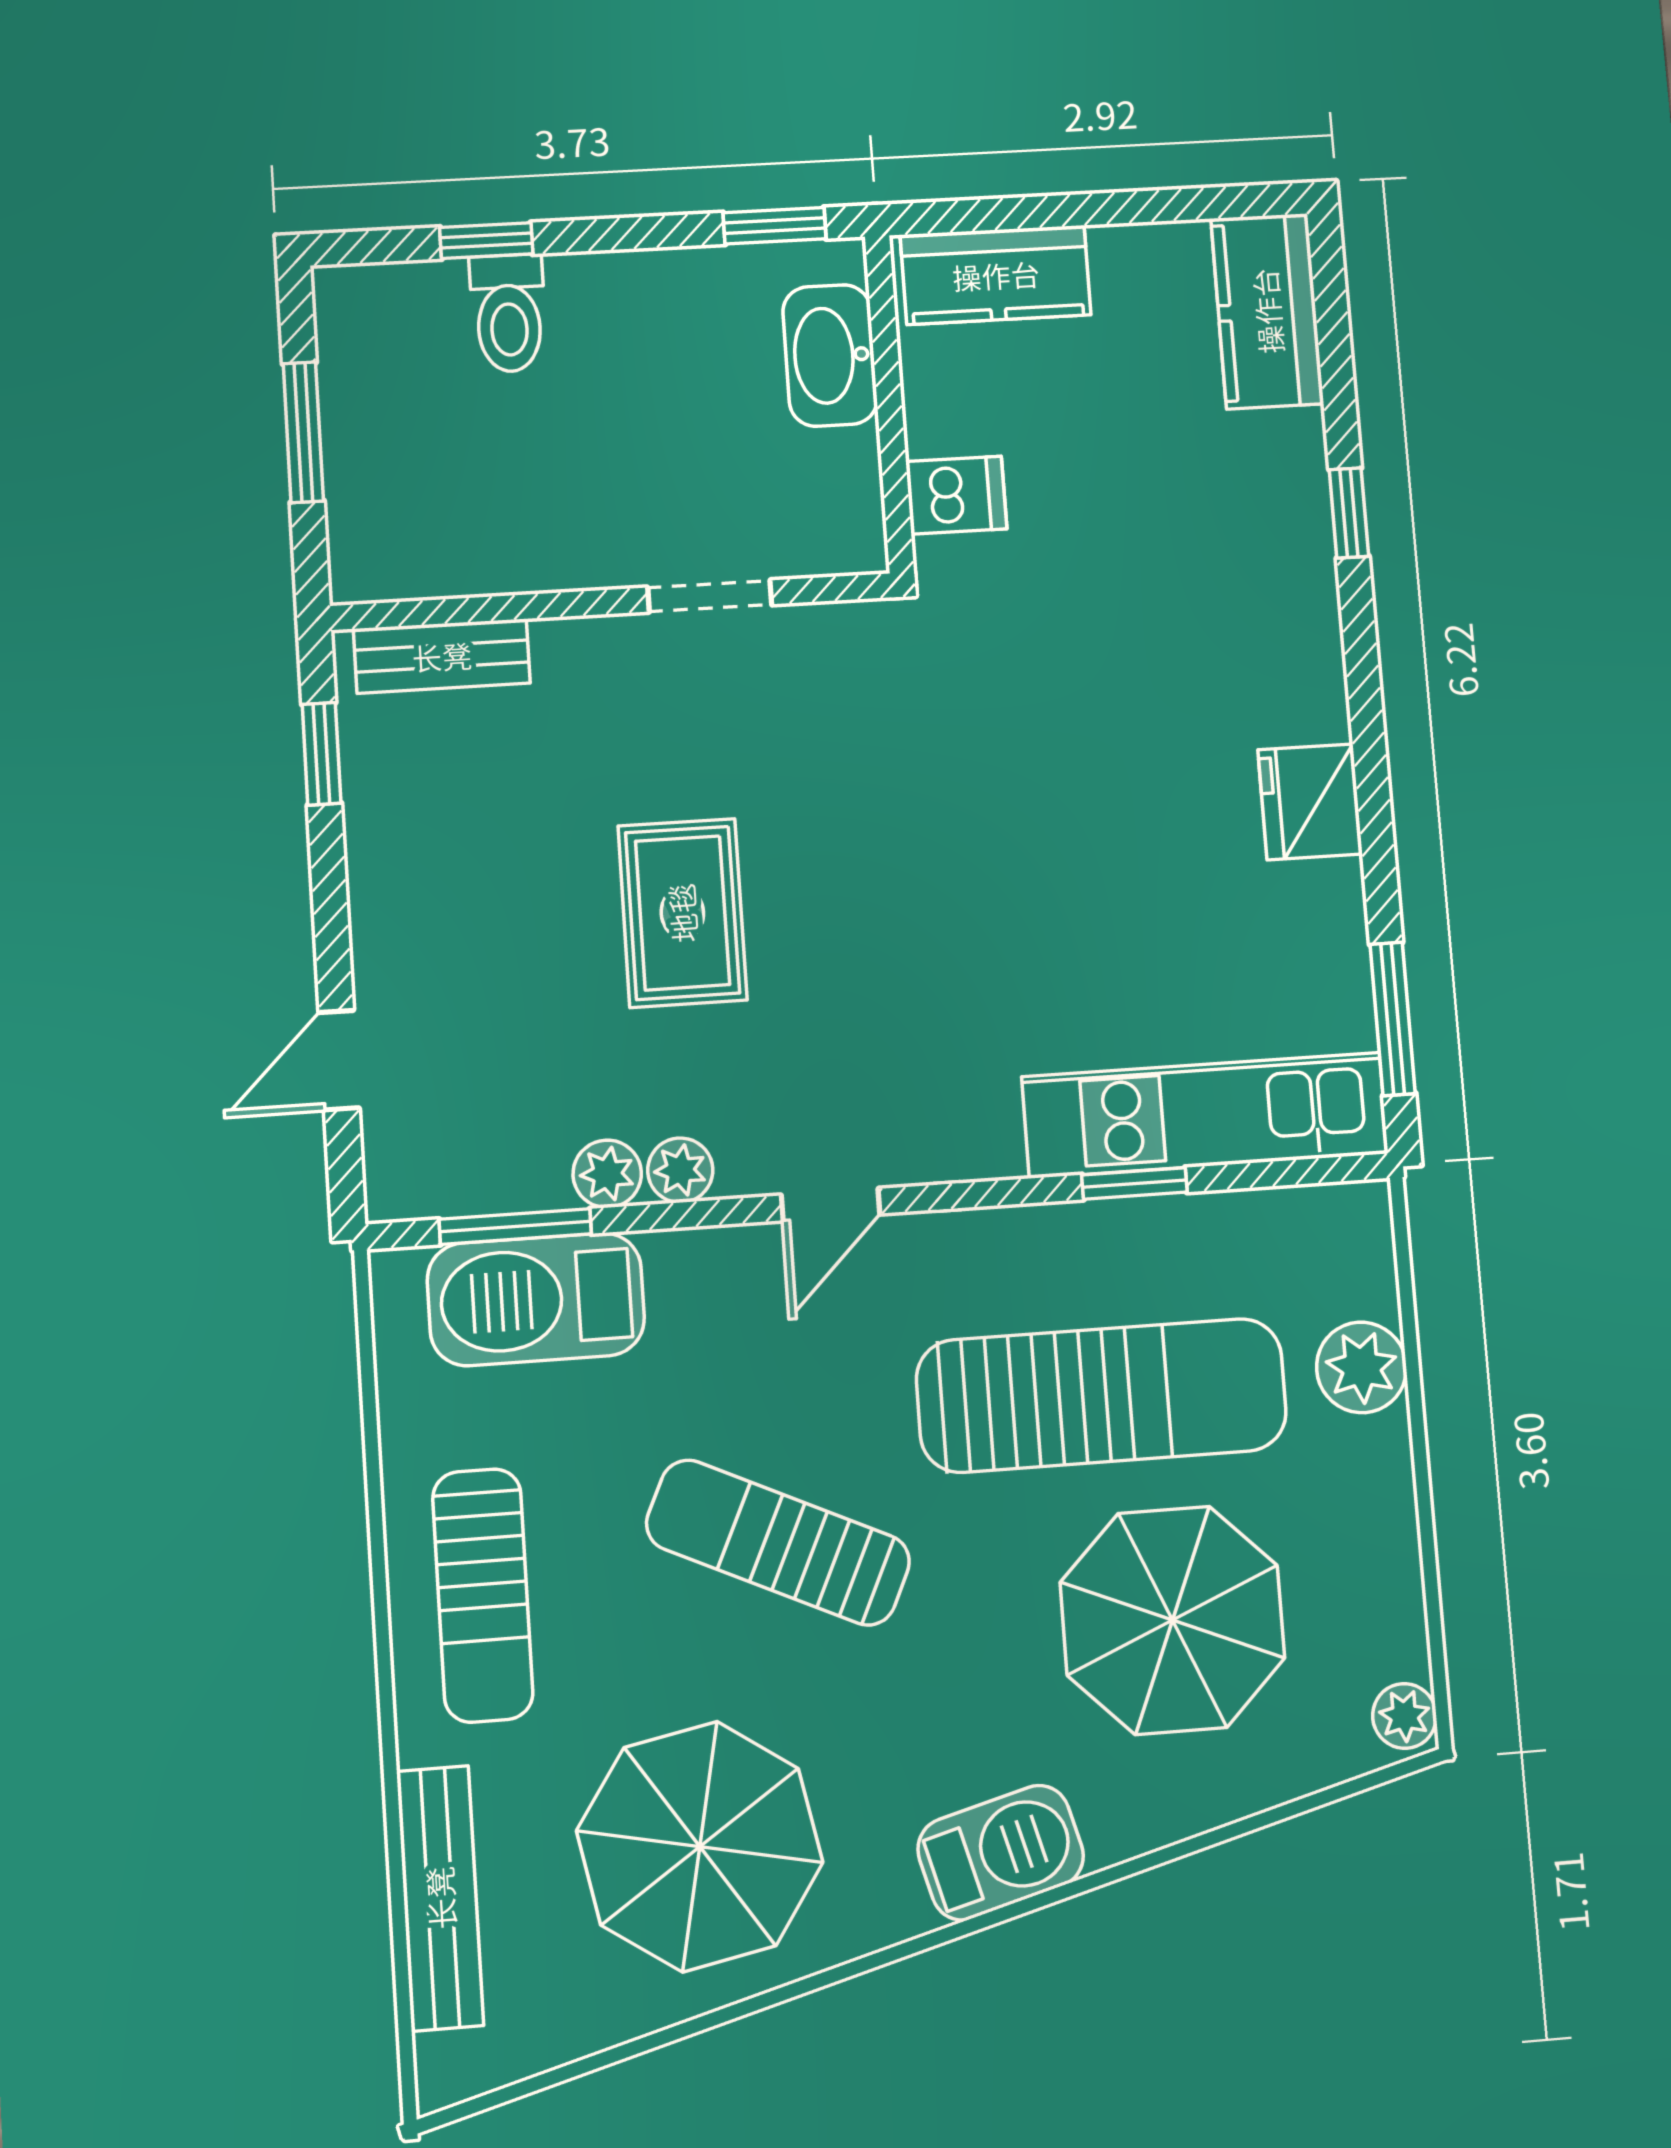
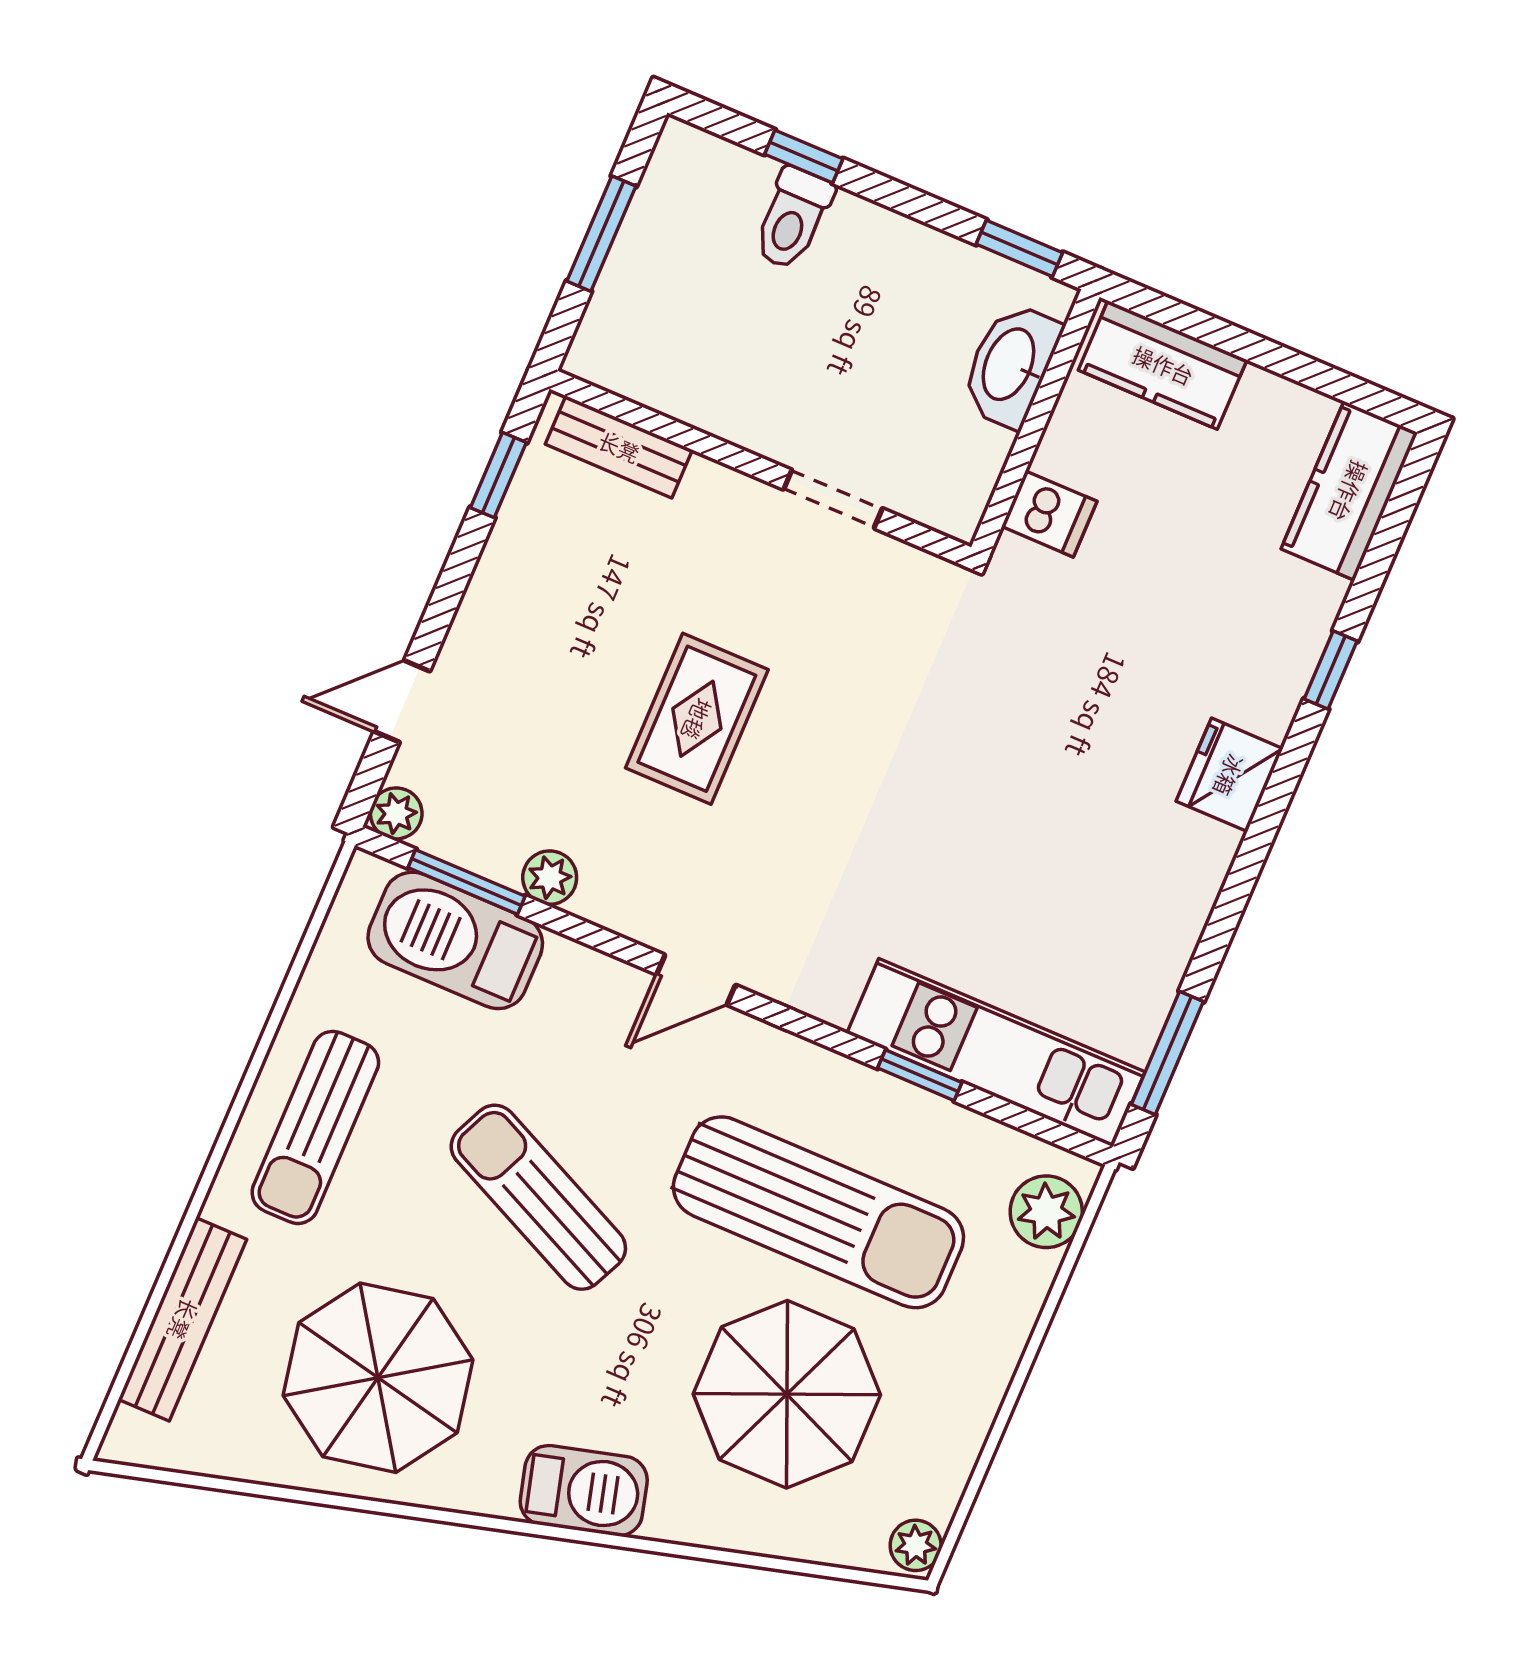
fridge: (1310, 802) -> (1229, 775), moved
plant: (680, 1170) -> (396, 813), moved
plant: (1362, 1367) -> (1046, 1212), moved

